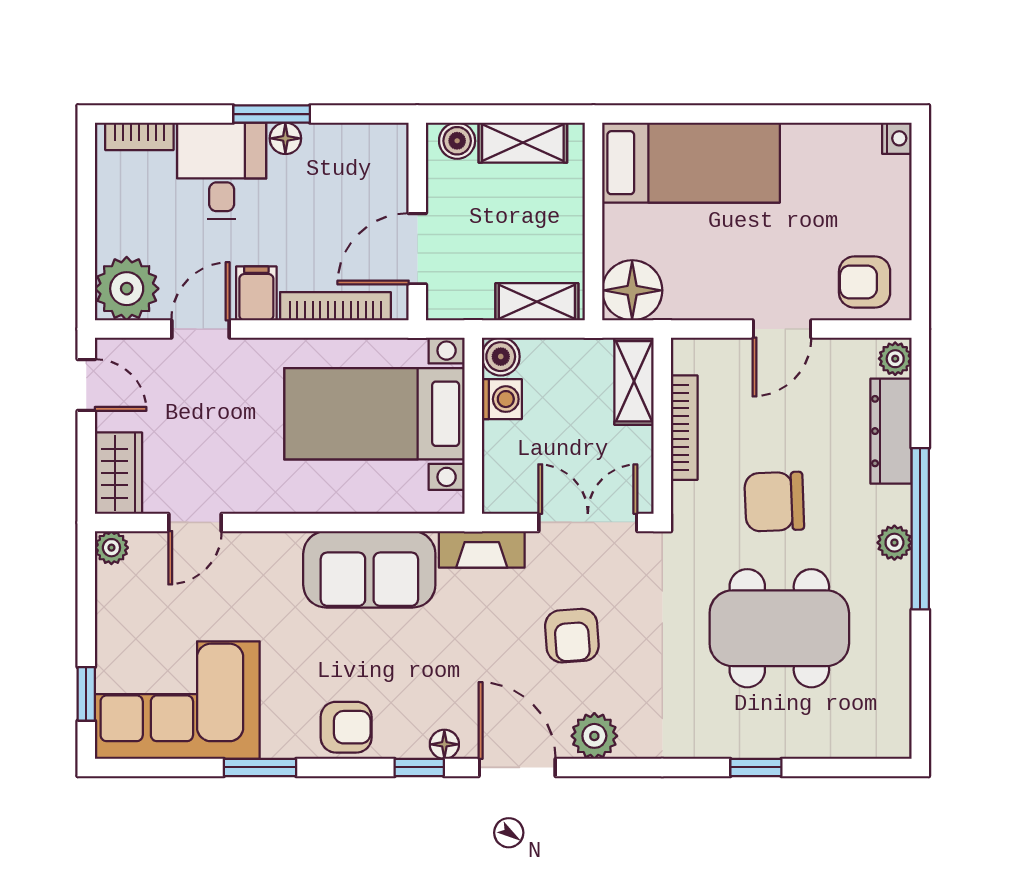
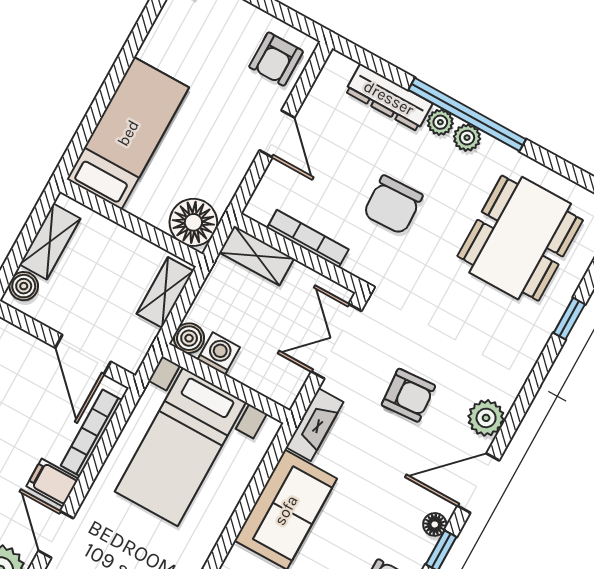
plant: (895, 359) -> (440, 122), moved
dining table: (779, 628) -> (520, 238), moved

